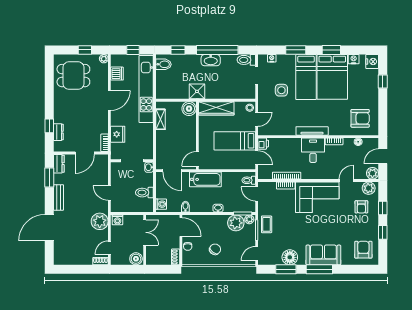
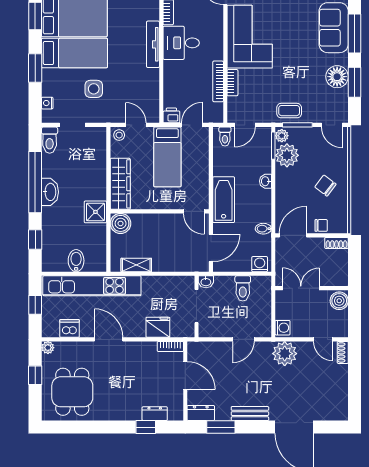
bidet: (163, 64) -> (76, 261), moved

